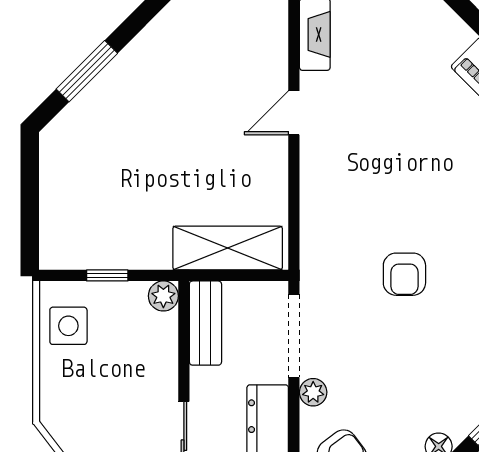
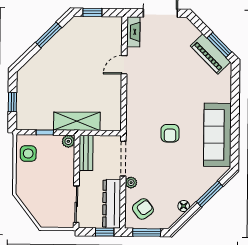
window: (87, 71) -> (49, 35), moved
window: (30, 204) -> (12, 102), added
shelving: (228, 248) -> (77, 121), moved

